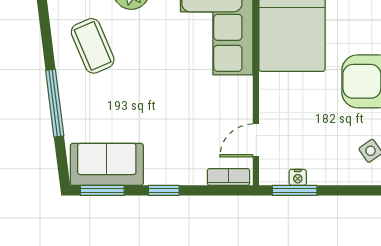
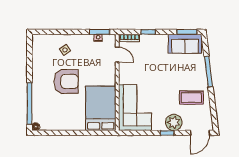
coffee table: (93, 46) -> (191, 98), turned -67
door: (256, 140) -> (117, 55), hinge flipped
window: (164, 190) -> (148, 32), moved

